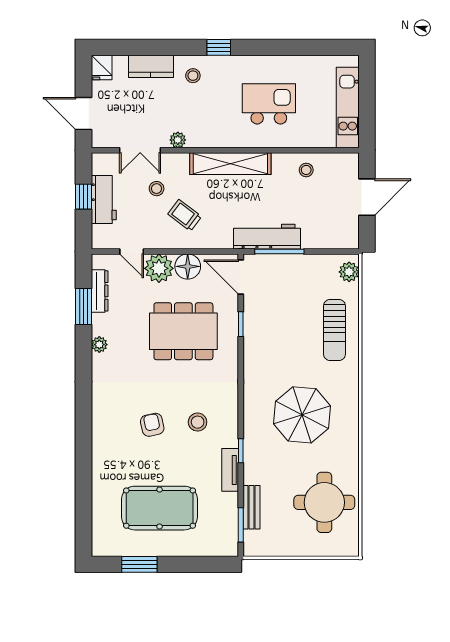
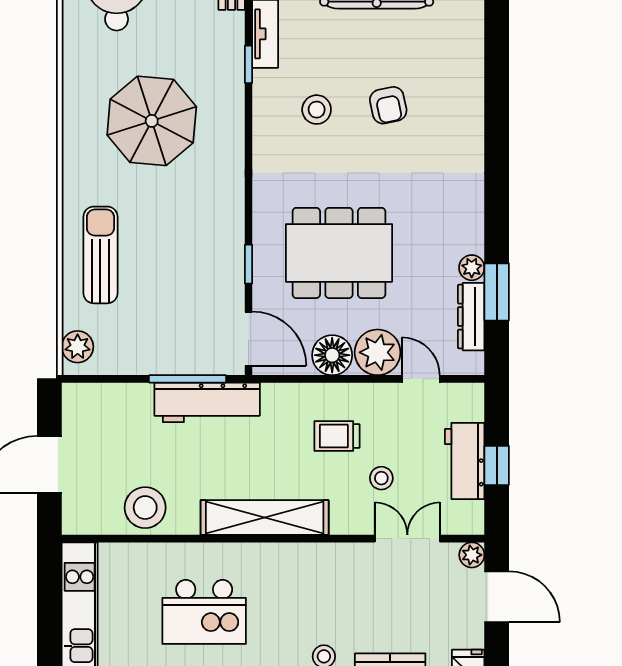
plant: (178, 140) -> (472, 555), moved
stool: (306, 170) -> (145, 508), width x1.89, depth x1.89
trolley: (185, 215) -> (337, 436), turned 143
plant: (99, 345) -> (472, 268), moved

